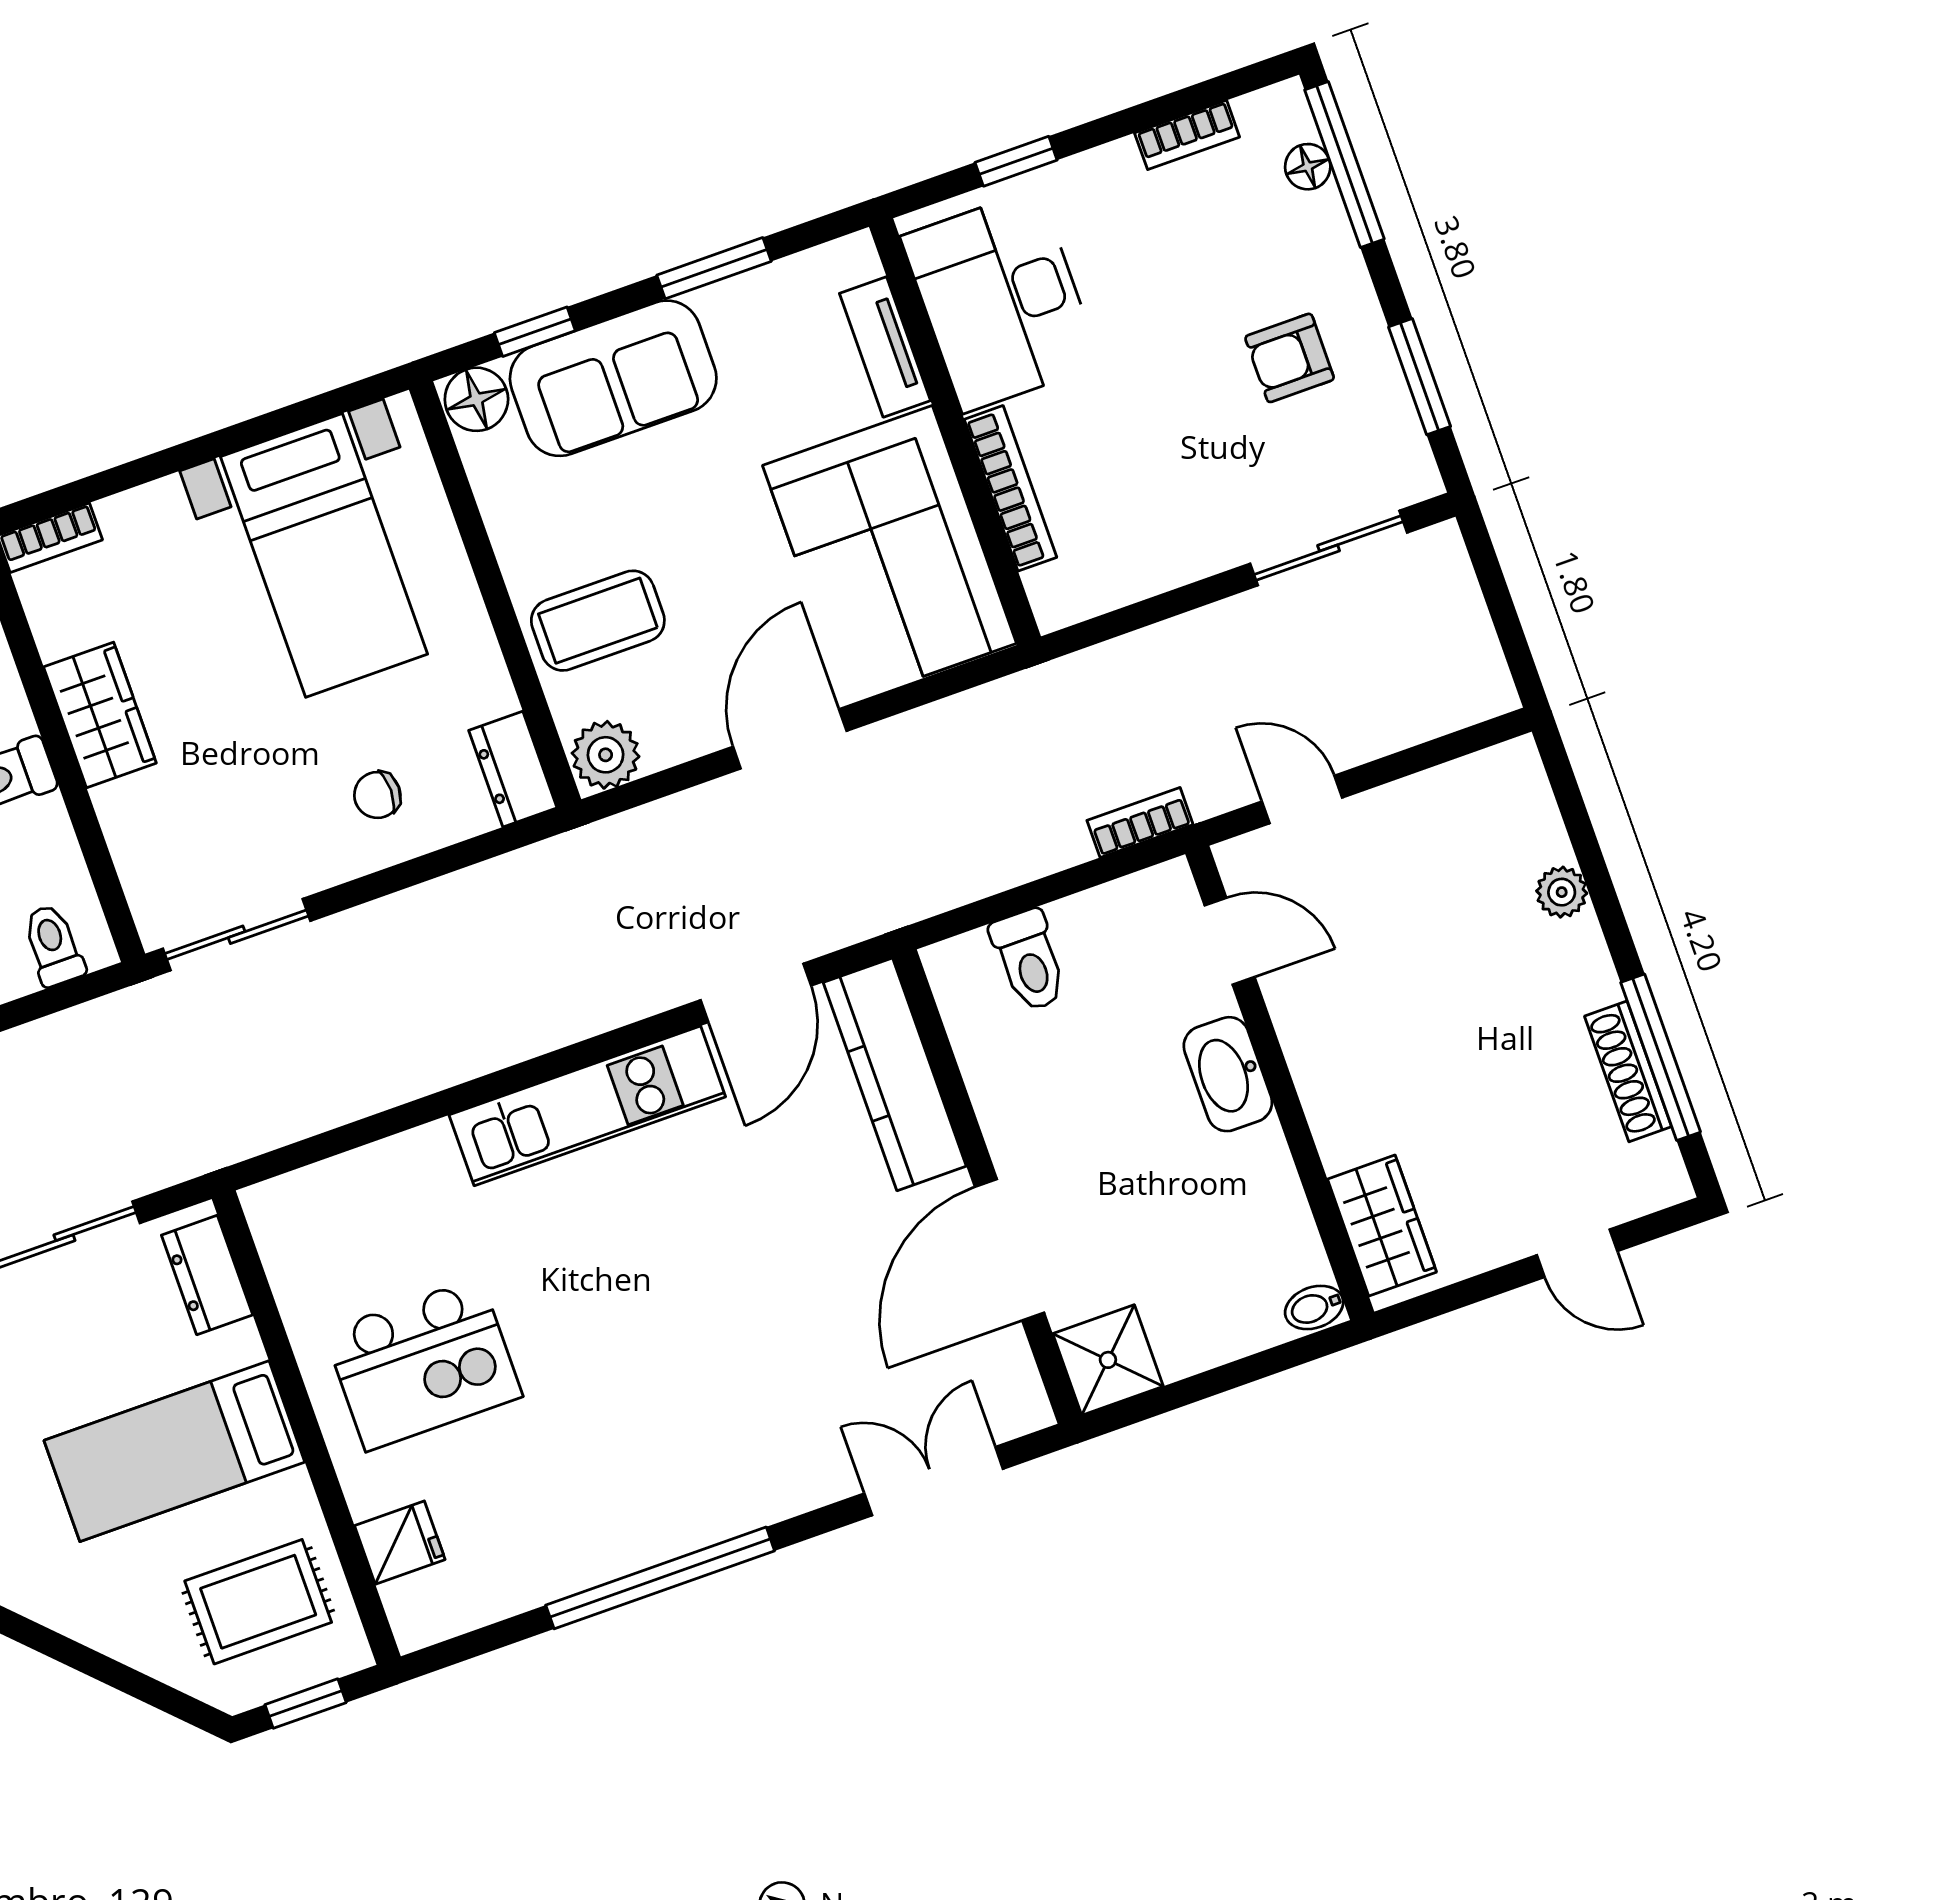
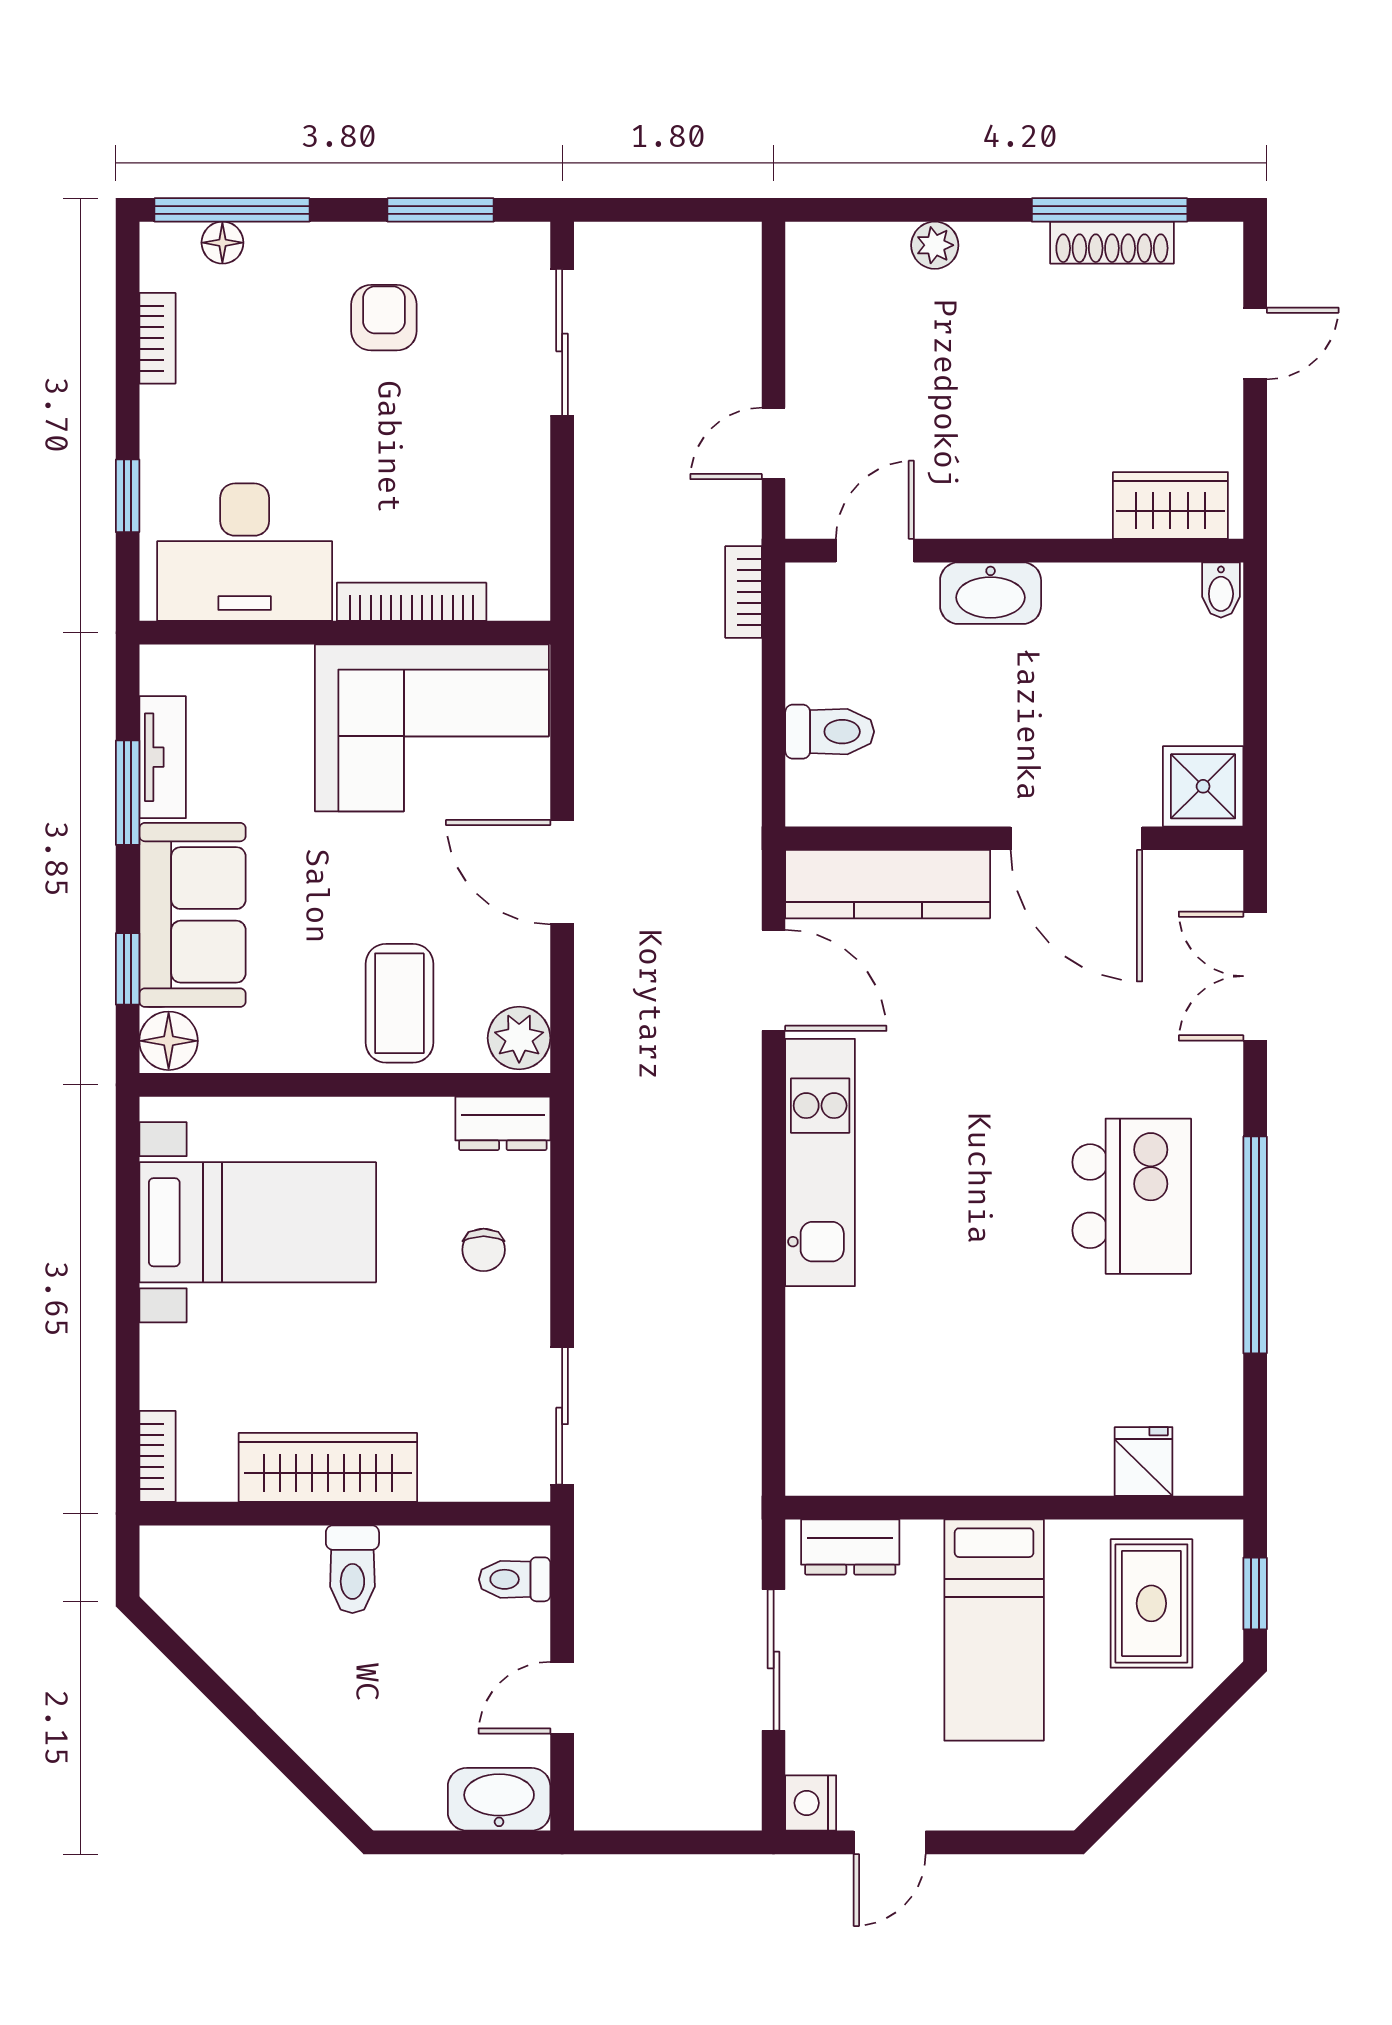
tv unit: (885, 347) -> (163, 757), moved, turned -90
armchair: (1290, 358) -> (384, 318), turned 180
wardrobe: (100, 715) -> (328, 1467), width x1.50
kitchen island: (423, 1364) -> (1132, 1196), moved

